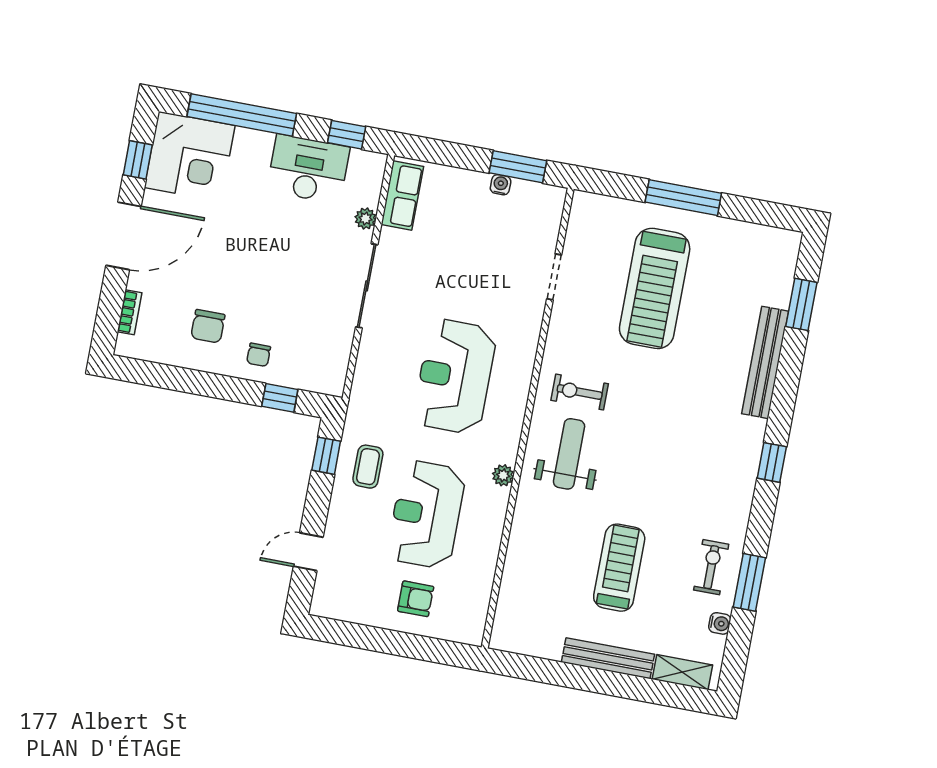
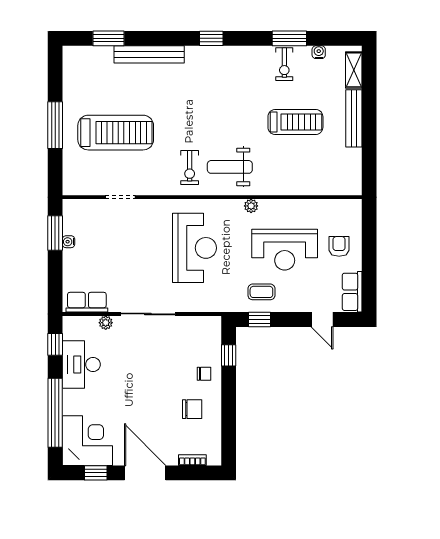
reception desk: (455, 376) -> (195, 248), turned -90
exercise bike: (711, 567) -> (284, 64), turned -90
treadmill: (619, 568) -> (295, 122), turned 180
row of seats: (342, 606) -> (352, 292), added

